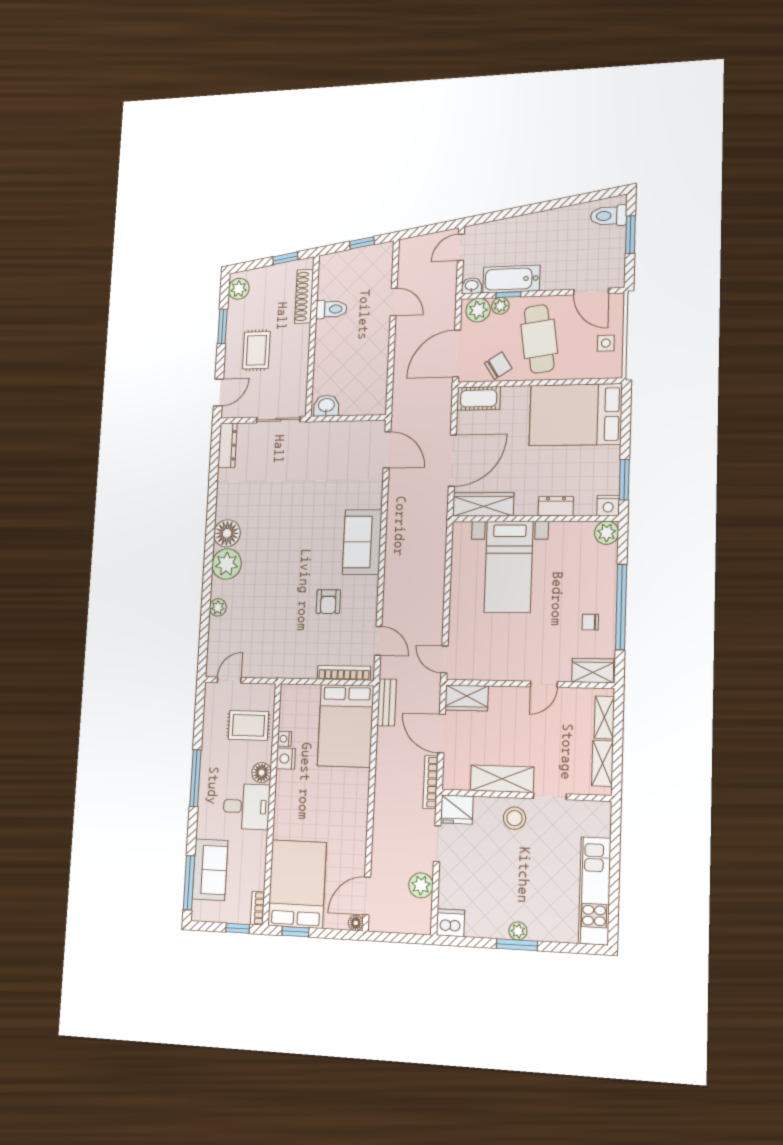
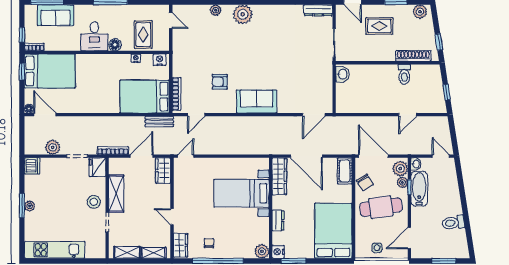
toilet: (609, 216) -> (453, 223), moved, turned -99
floor lamp: (227, 533) -> (262, 13), removed
nightstand: (286, 759) -> (160, 60), moved

